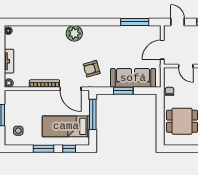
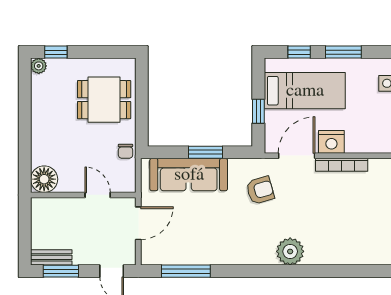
door: (71, 89) -> (297, 156), hinge flipped
nightstand: (50, 97) -> (331, 142), added
window: (93, 114) -> (258, 111), width x0.46

